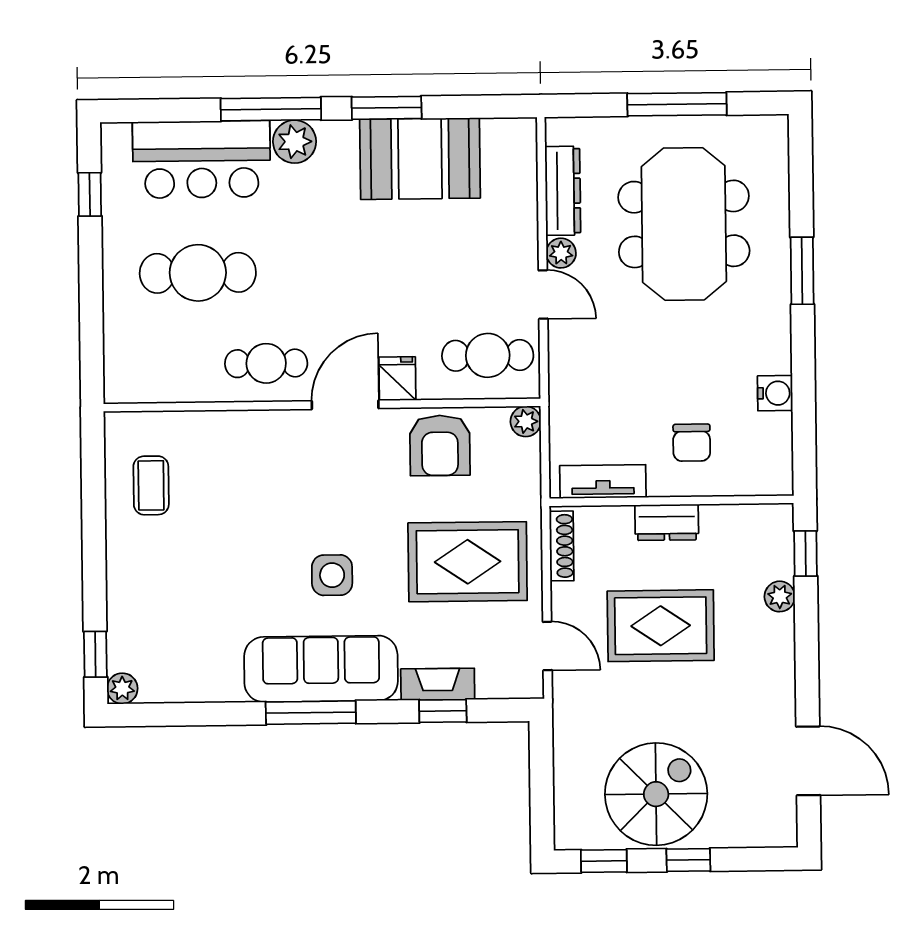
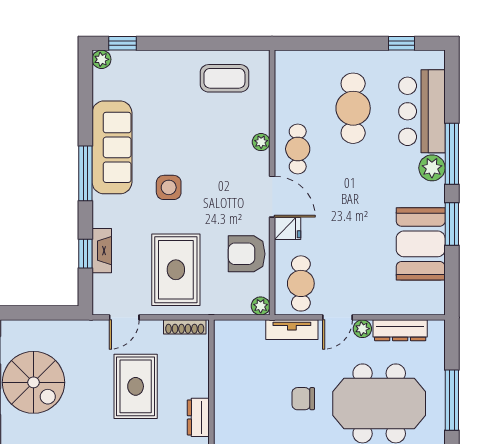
plant: (255, 424) -> (261, 142), added
chair: (692, 443) -> (303, 399), moved
tv unit: (603, 481) -> (292, 330), moved, turned 90
coffee table: (151, 485) -> (224, 78), width x1.36, depth x1.30
dresser: (667, 522) -> (198, 417), moved
sofa: (321, 669) -> (112, 147), moved

